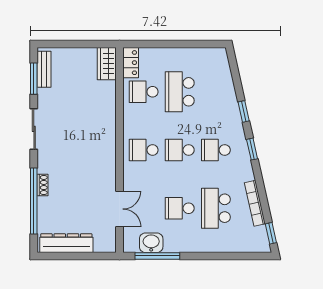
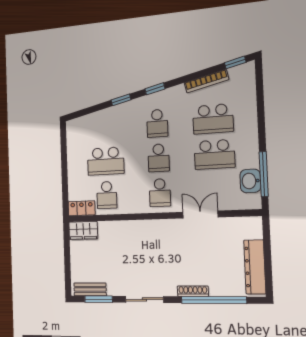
shoe rack: (42, 185) -> (193, 291), width x1.43
school desk: (180, 208) -> (214, 154), width x1.85
double door: (120, 209) -> (200, 215), moved

